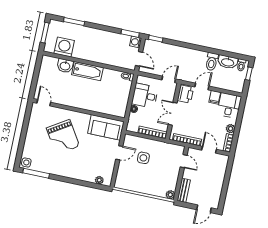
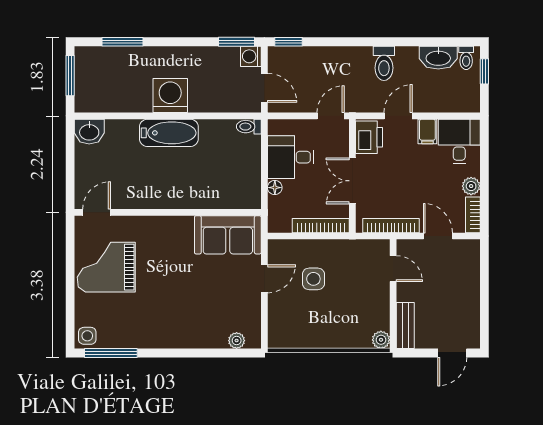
washing machine: (64, 47) -> (170, 95), moved
toilet: (212, 62) -> (384, 63), moved
washbasin: (65, 66) -> (89, 132), moved
door: (44, 103) -> (97, 212), hinge flipped
grand piano: (63, 137) -> (106, 267), moved, turned 122

